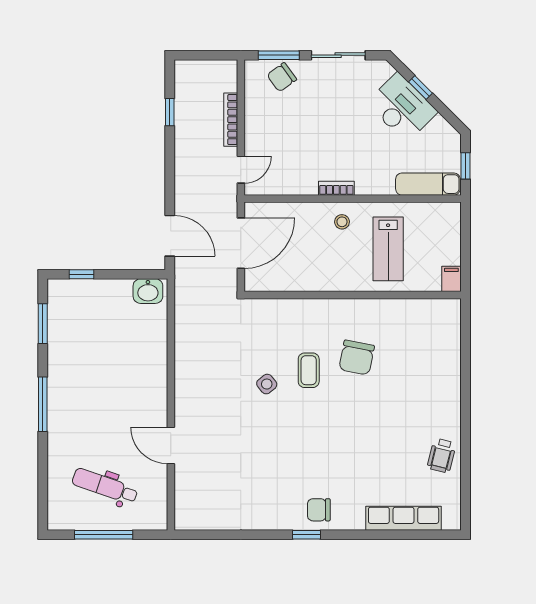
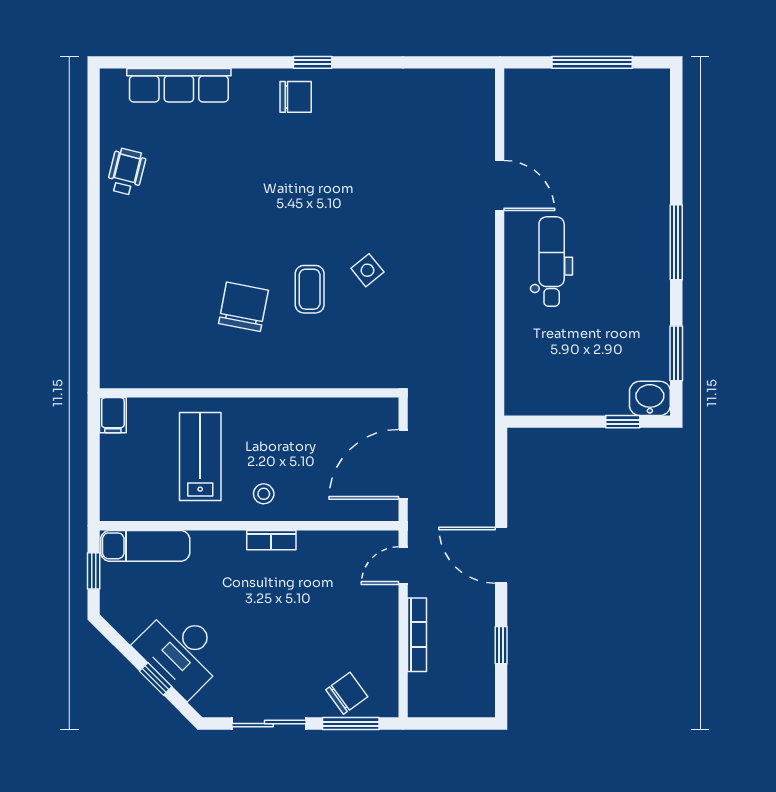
door: (170, 236) -> (501, 555), moved
washbasin: (148, 291) -> (650, 398), moved
dental chair: (105, 486) -> (552, 262), moved, turned -109

